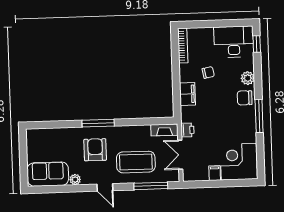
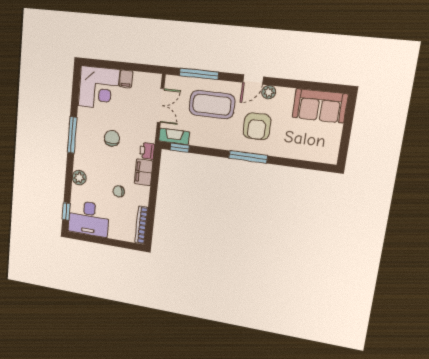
chair: (245, 98) -> (112, 138), moved, turned -90
window: (158, 121) -> (180, 148), added
printer: (187, 130) -> (147, 151), moved
plant: (75, 180) -> (269, 92), moved
door: (105, 187) -> (253, 80), swing flipped

